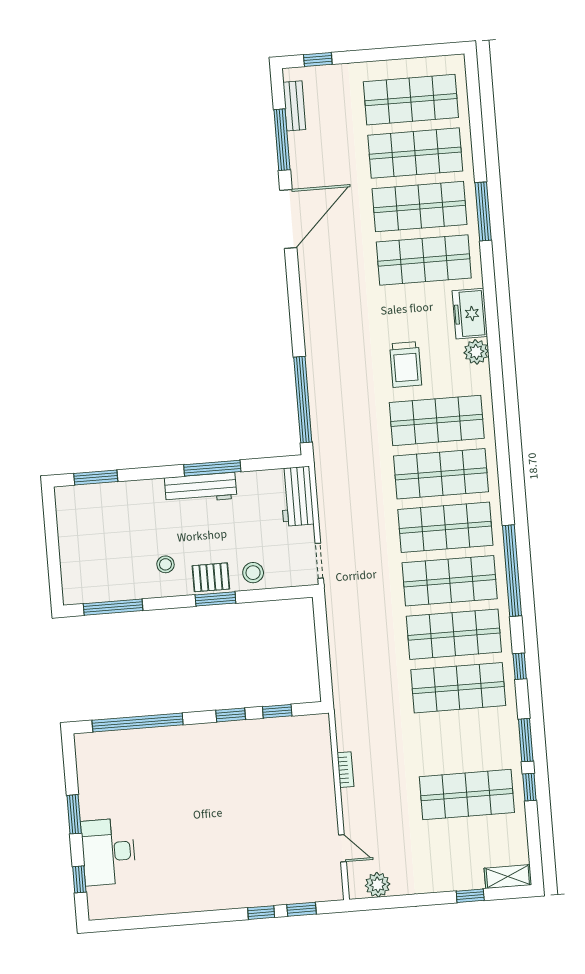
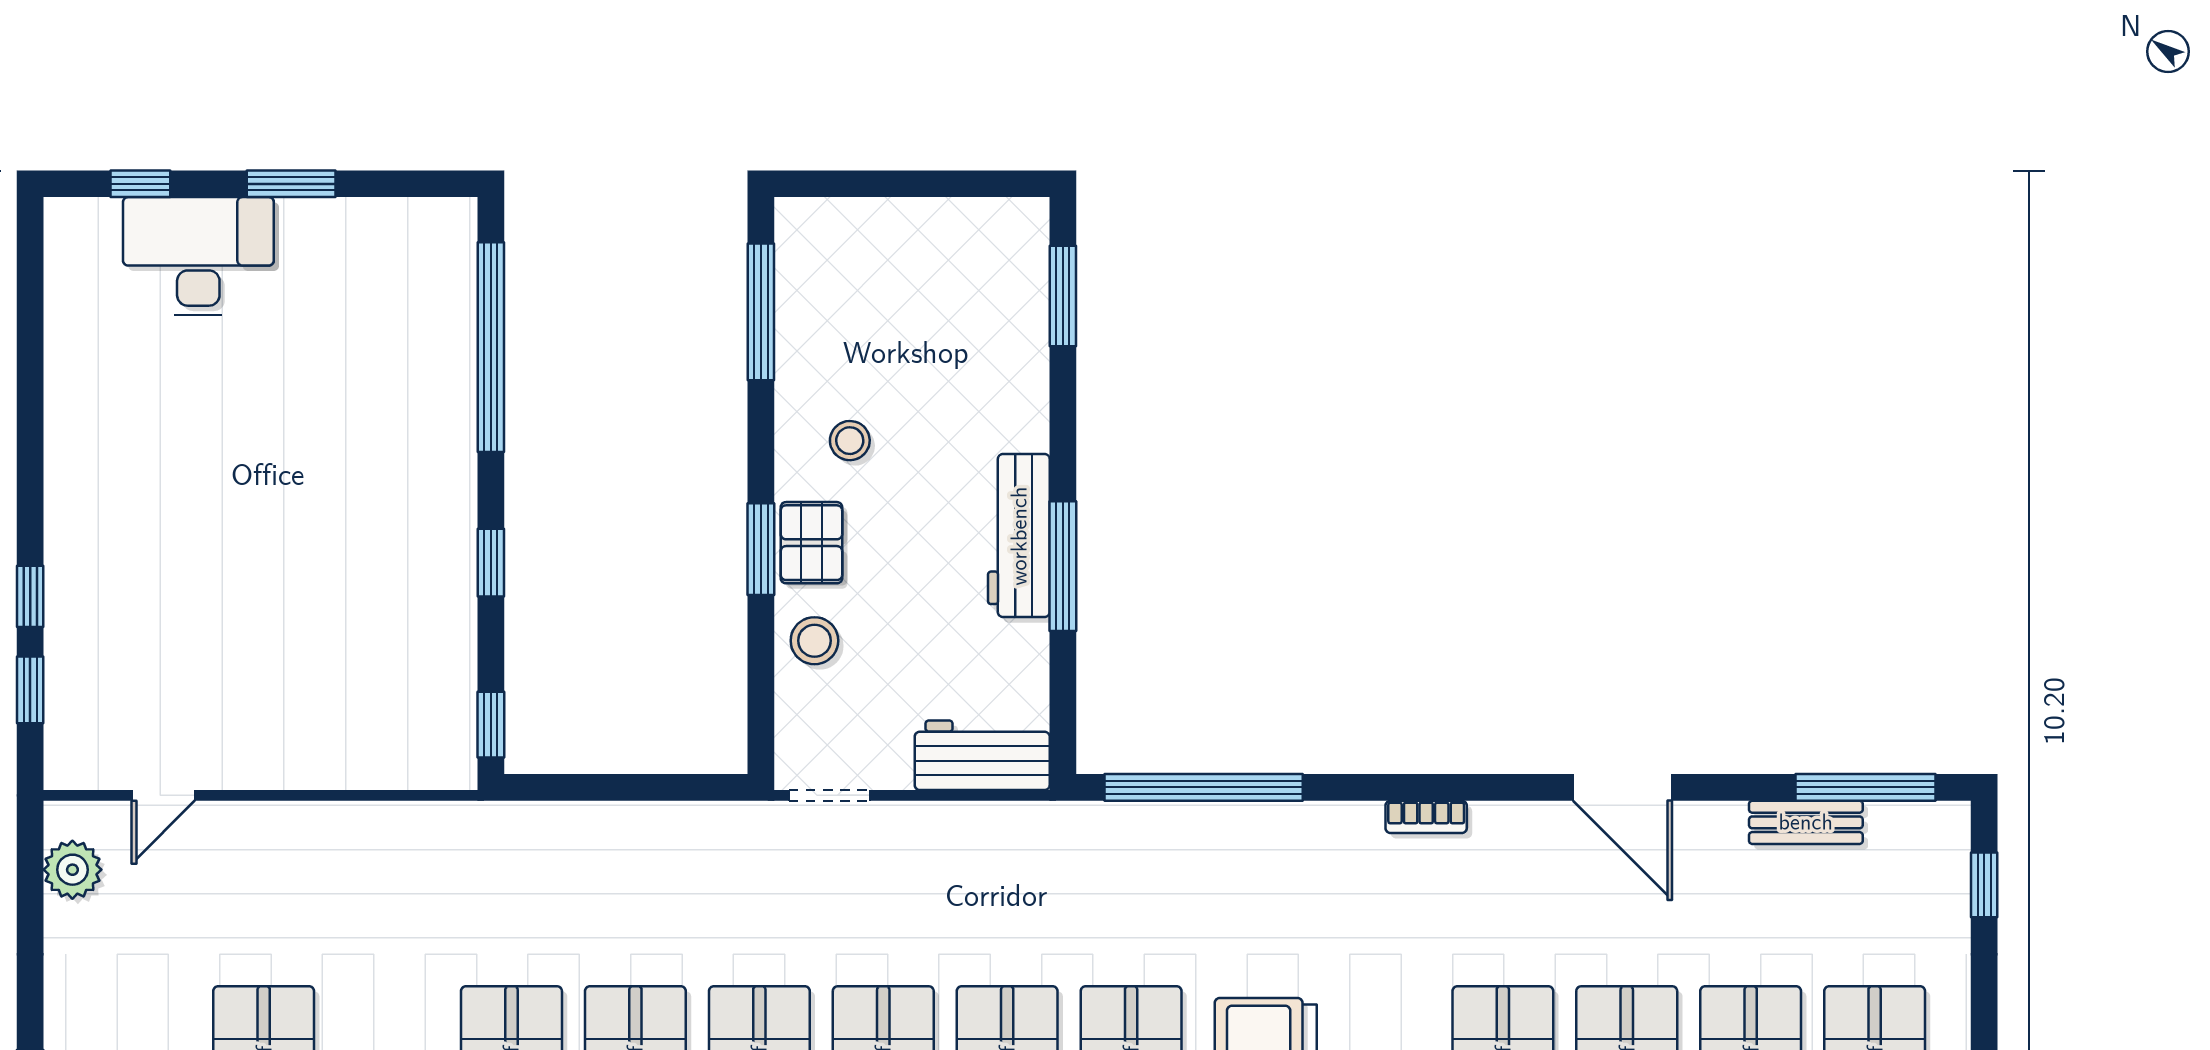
bench: (294, 106) -> (1806, 822), moved
window: (282, 140) -> (1866, 787), moved
door: (288, 219) -> (1623, 787), width x0.73
window: (277, 711) -> (491, 725), moved
bookcase: (345, 770) -> (1426, 817), moved

